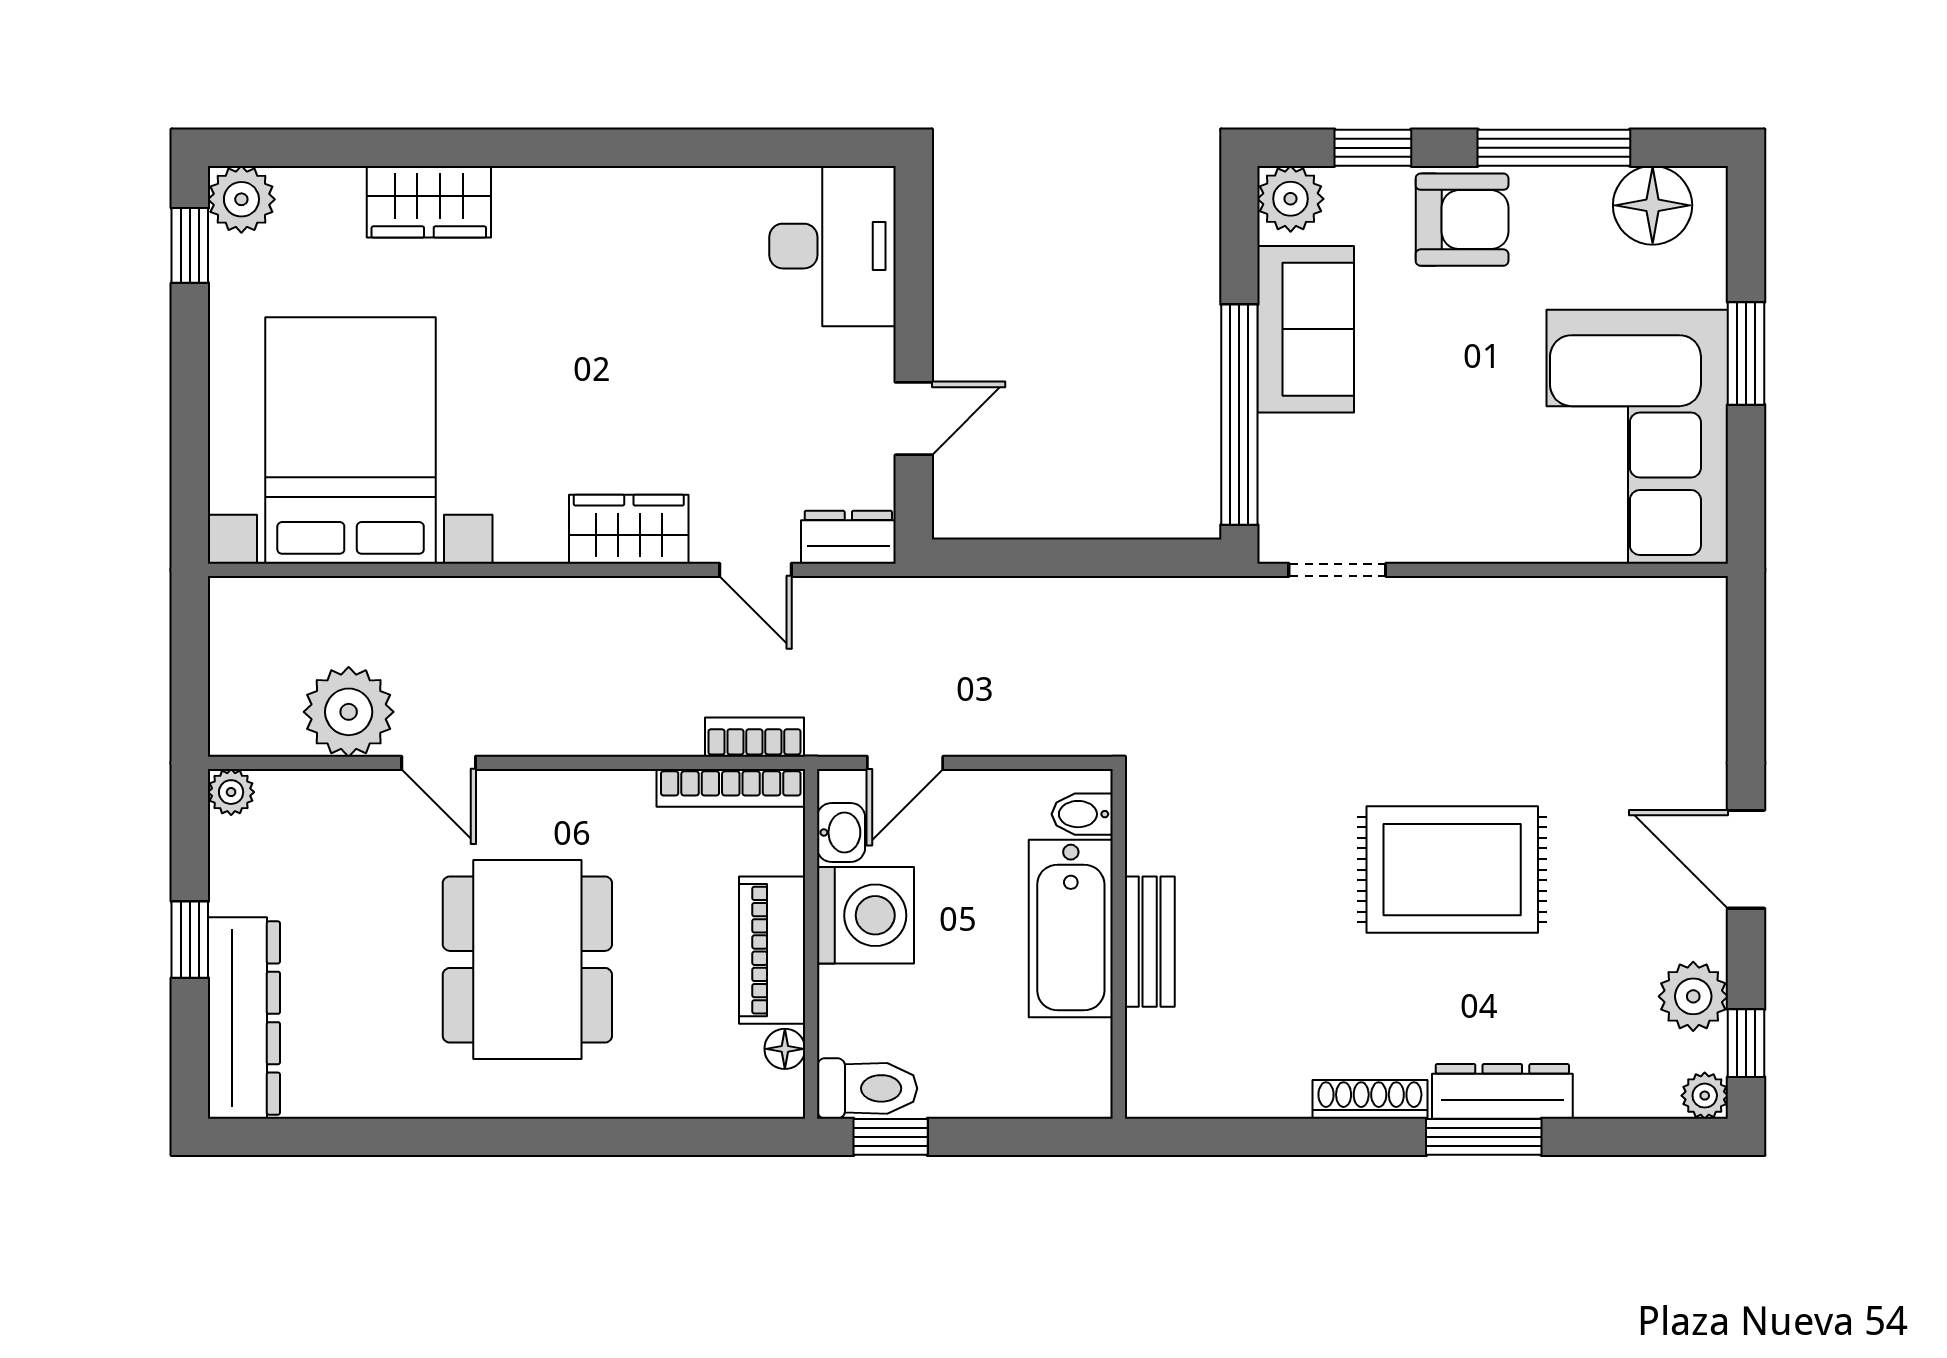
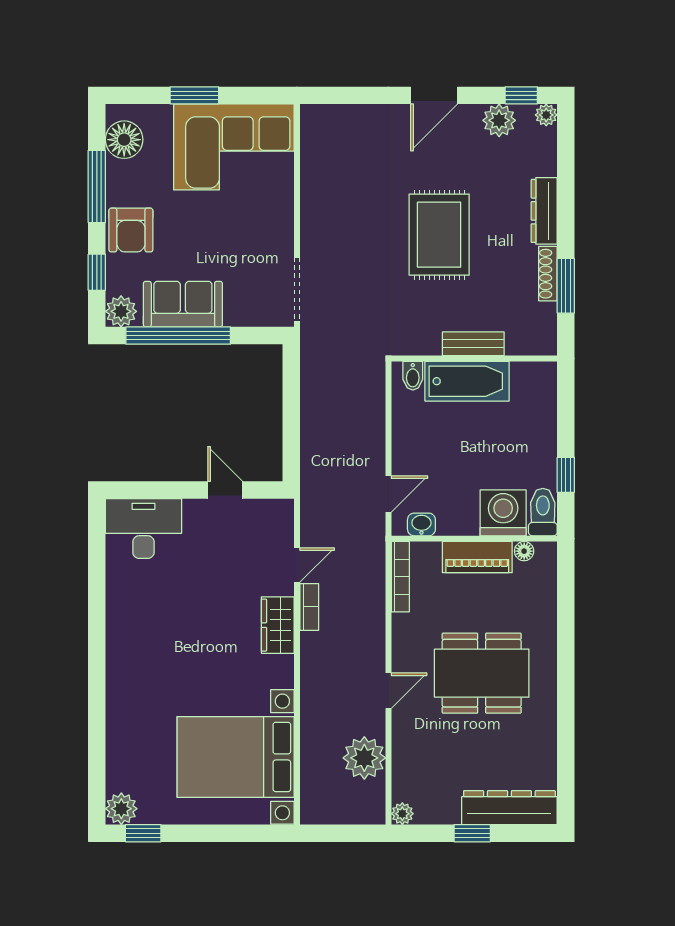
wardrobe: (429, 202) -> (122, 720), removed
armchair: (1462, 220) -> (131, 230), turned 180
window: (1239, 415) -> (178, 336), moved
dresser: (848, 537) -> (282, 521), removed
doorway: (1337, 570) -> (297, 289), width x1.38
bookcase: (754, 737) -> (309, 607), moved, turned 180
door: (439, 763) -> (388, 691), moved
door: (905, 763) -> (388, 494), hinge flipped
bidet: (1082, 814) -> (413, 376), moved
washing machine: (866, 915) -> (503, 513), moved
bathtub: (1071, 929) -> (467, 381), moved
bench: (1150, 942) -> (473, 344), moved
wall: (1119, 944) -> (474, 358), moved
window: (891, 1137) -> (566, 475), moved
window: (1484, 1137) -> (566, 286), moved

